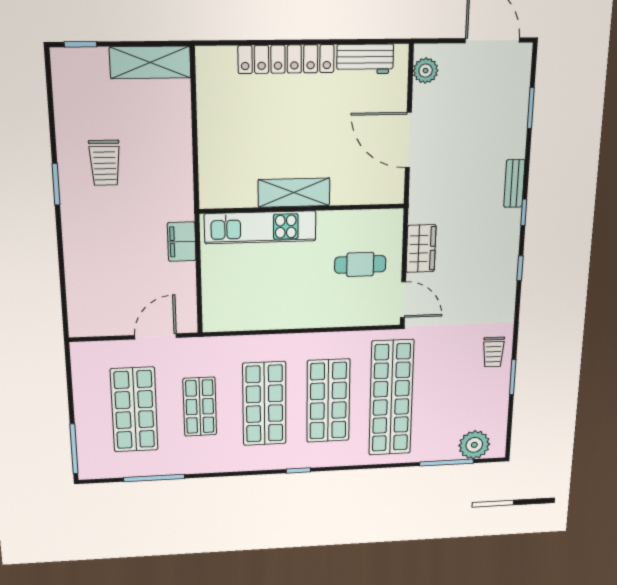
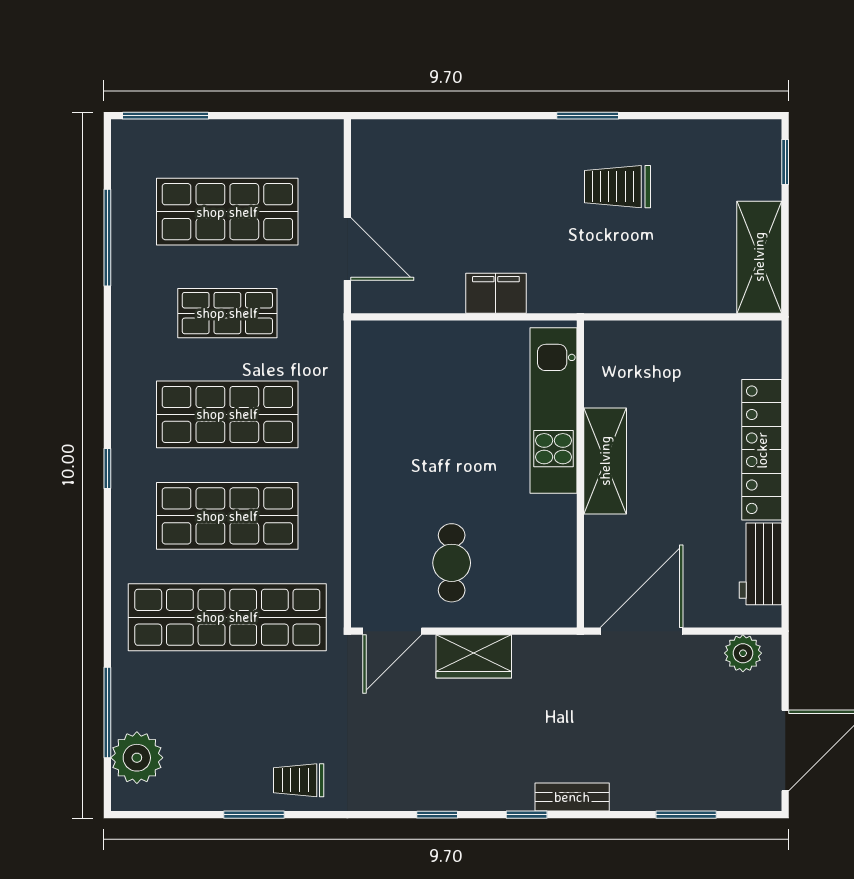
shelving: (294, 193) -> (605, 461), moved
wall: (303, 209) -> (580, 474), moved
kitchen unit: (260, 227) -> (554, 411), moved

